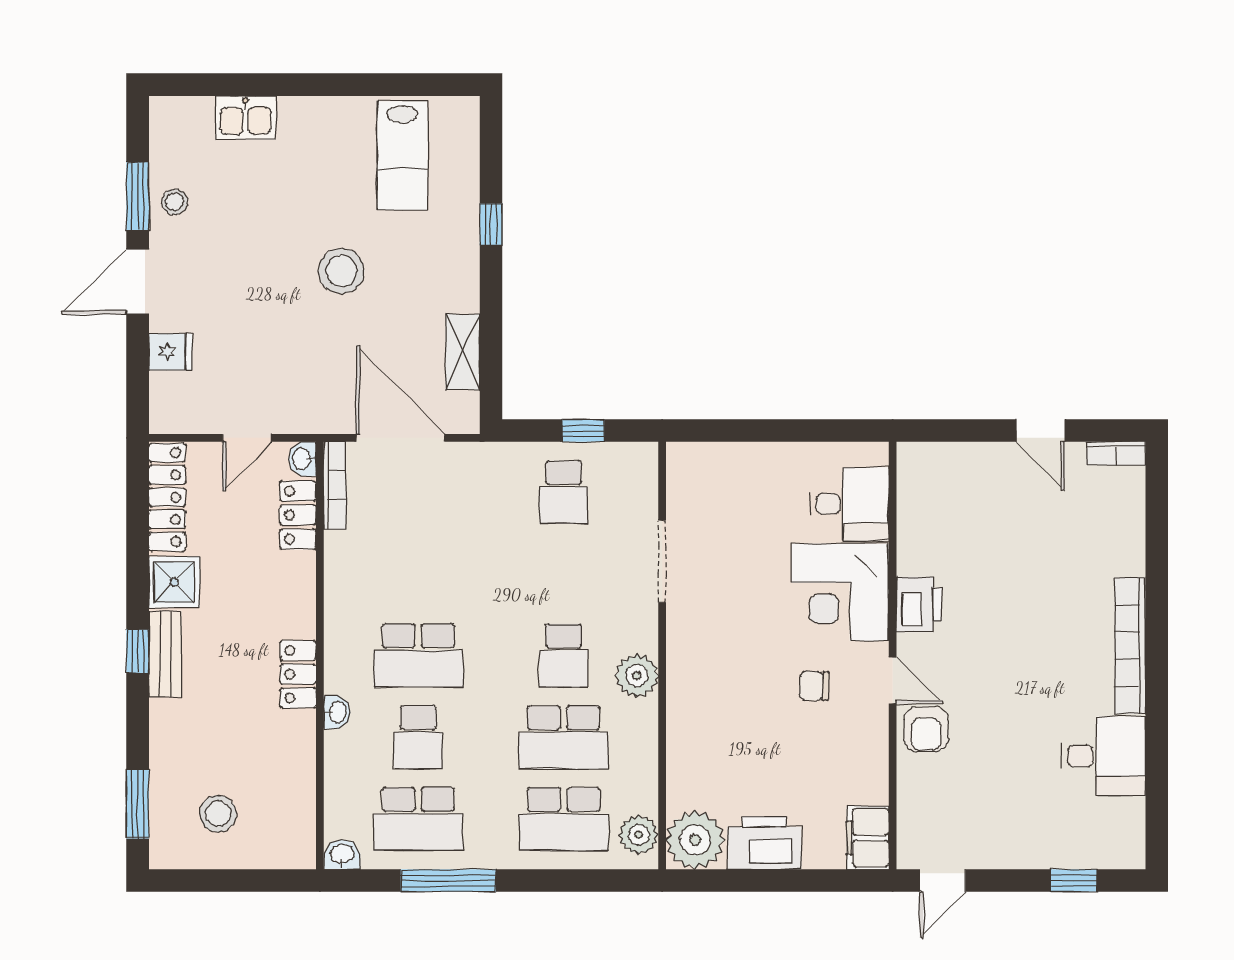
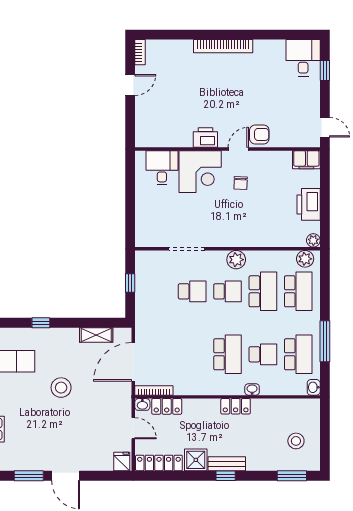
stool: (175, 202) -> (31, 460), removed
fridge: (171, 352) -> (122, 462), moved
school desk: (564, 492) -> (192, 291), moved
desk: (1103, 756) -> (303, 58), moved
plant: (695, 840) -> (313, 240), width x0.53, depth x0.53

